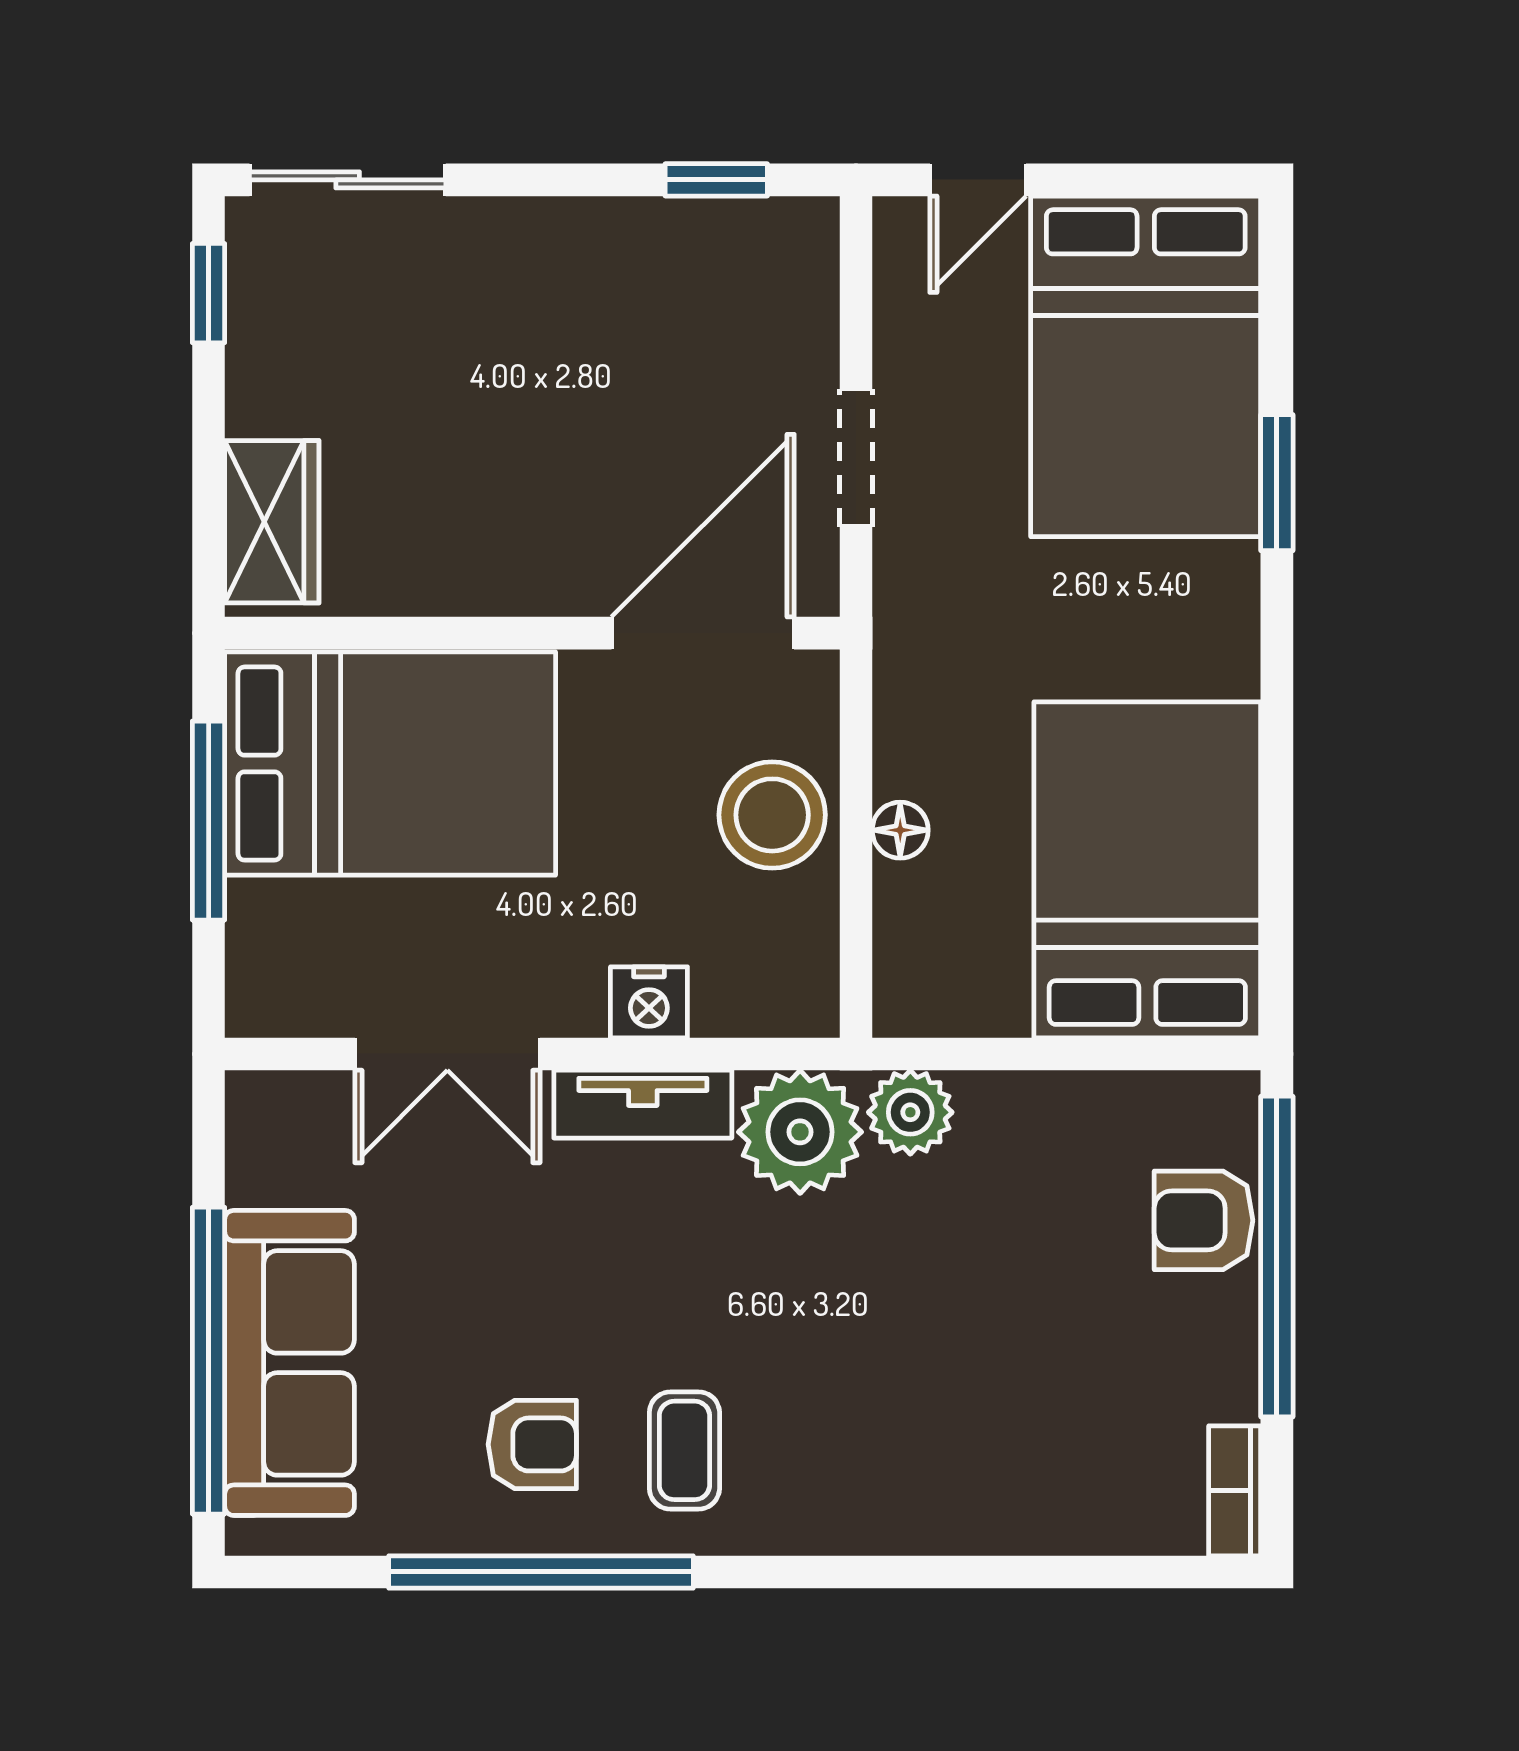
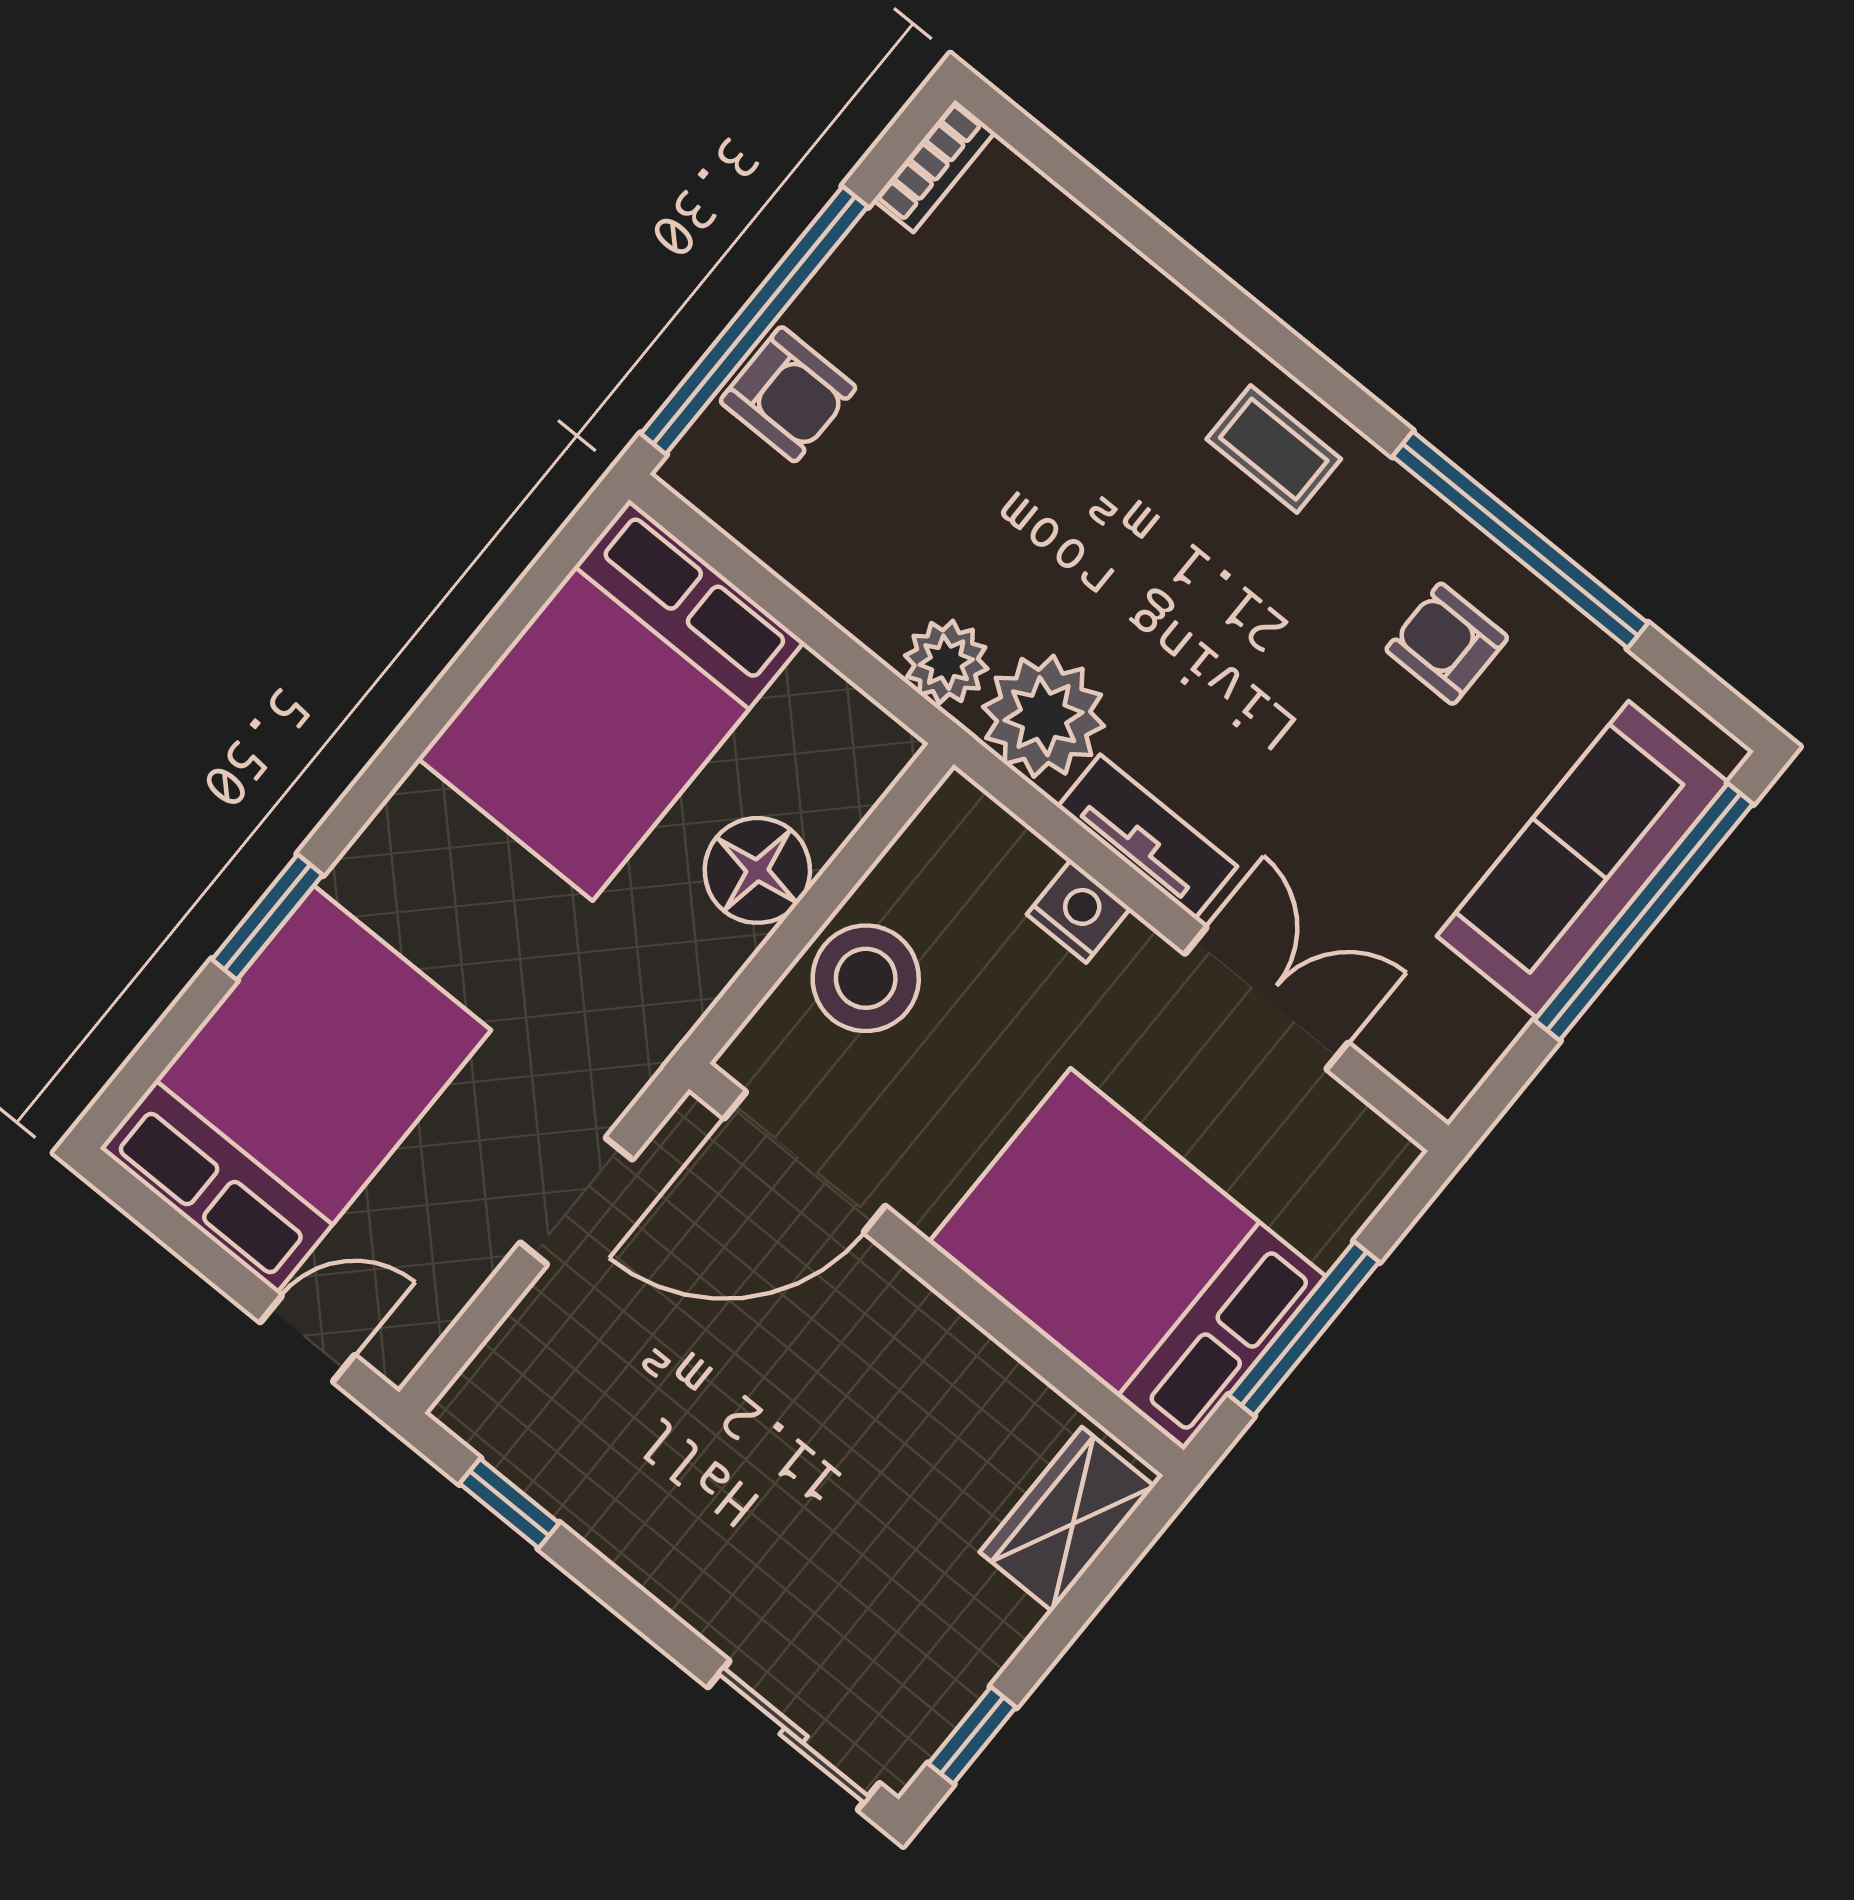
floor lamp: (900, 830) -> (757, 870), width x1.89, depth x1.89
coffee table: (684, 1450) -> (1274, 449), moved, turned 90

